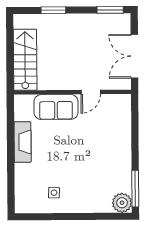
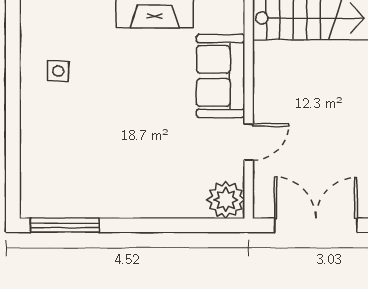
door: (91, 92) -> (249, 142), swing flipped
plant: (122, 203) -> (226, 200), moved

